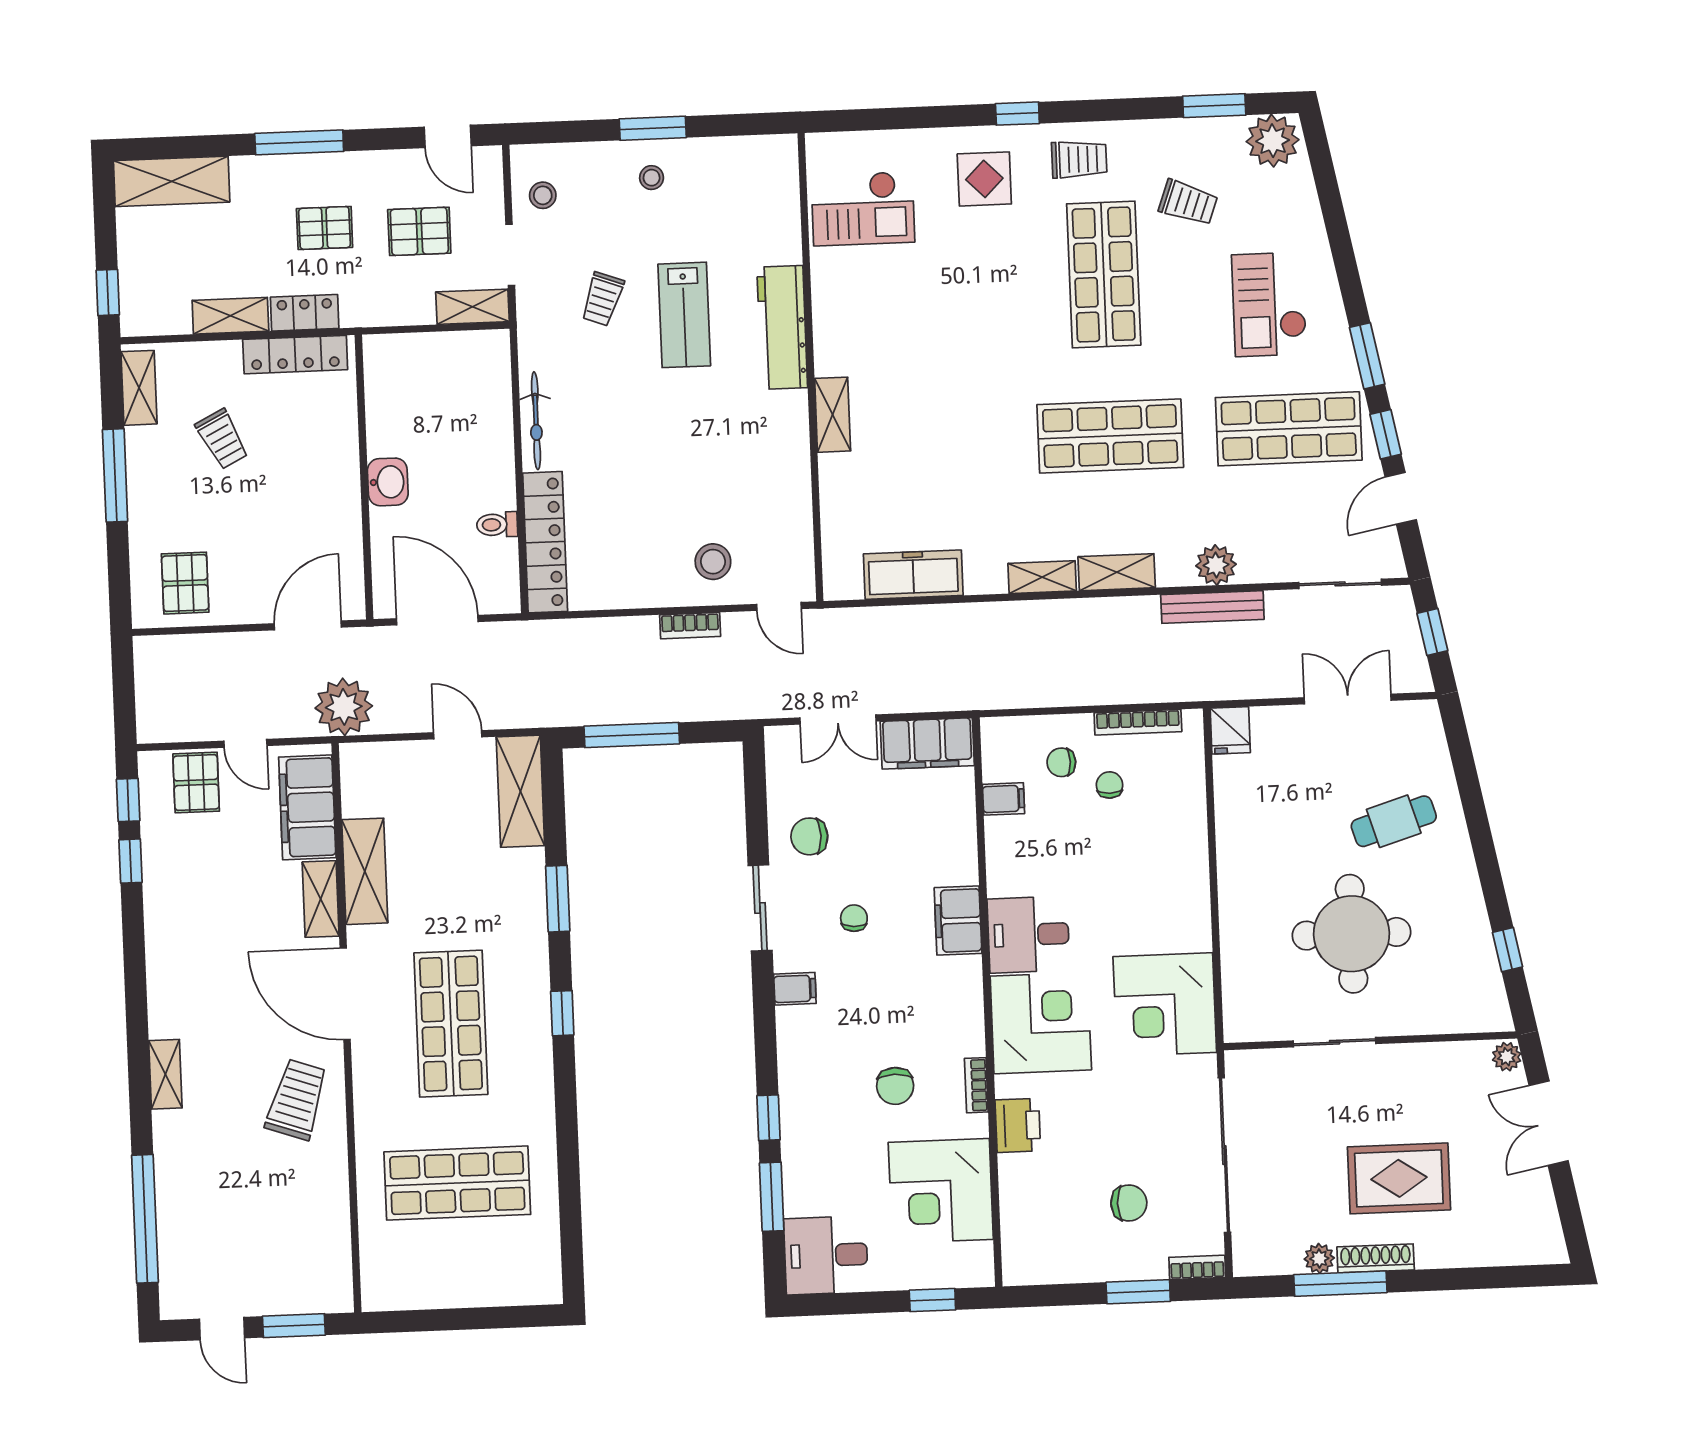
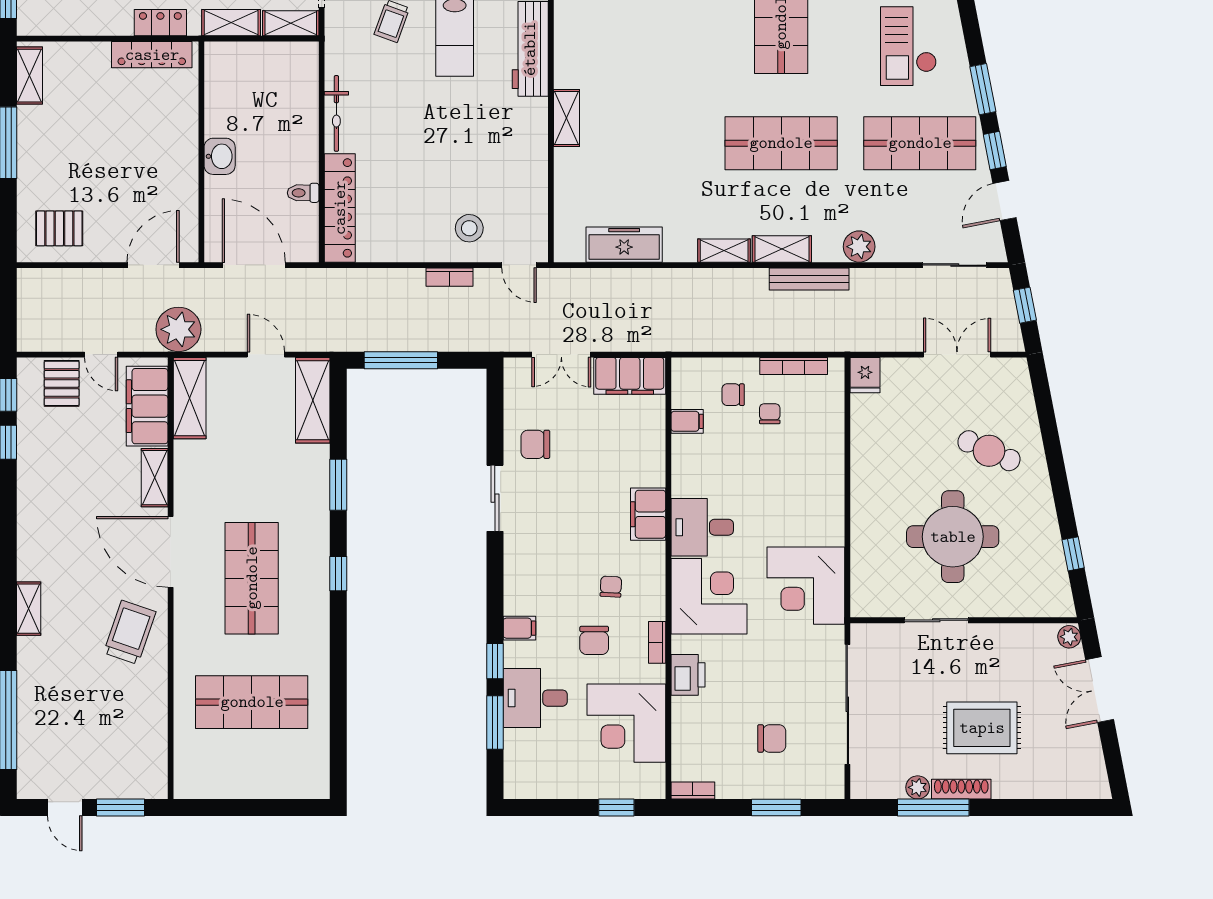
shelving: (230, 316) -> (231, 23), moved
trolley: (222, 439) -> (92, 118), removed
pallet: (185, 583) -> (59, 228), turned 90
bench: (1212, 607) -> (809, 279), moved
cafe table: (1394, 821) -> (989, 451), turned 41
shelving: (365, 871) -> (190, 398), moved
chair: (854, 918) -> (611, 587), moved
filing cabinet: (795, 989) -> (519, 628), moved
desk: (826, 1255) -> (535, 698), moved
bookcase: (1197, 1267) -> (693, 790), moved

